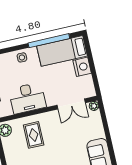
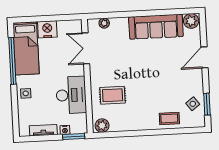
double door: (71, 104) -> (86, 48), swing flipped
plant: (94, 106) -> (104, 23), moved

